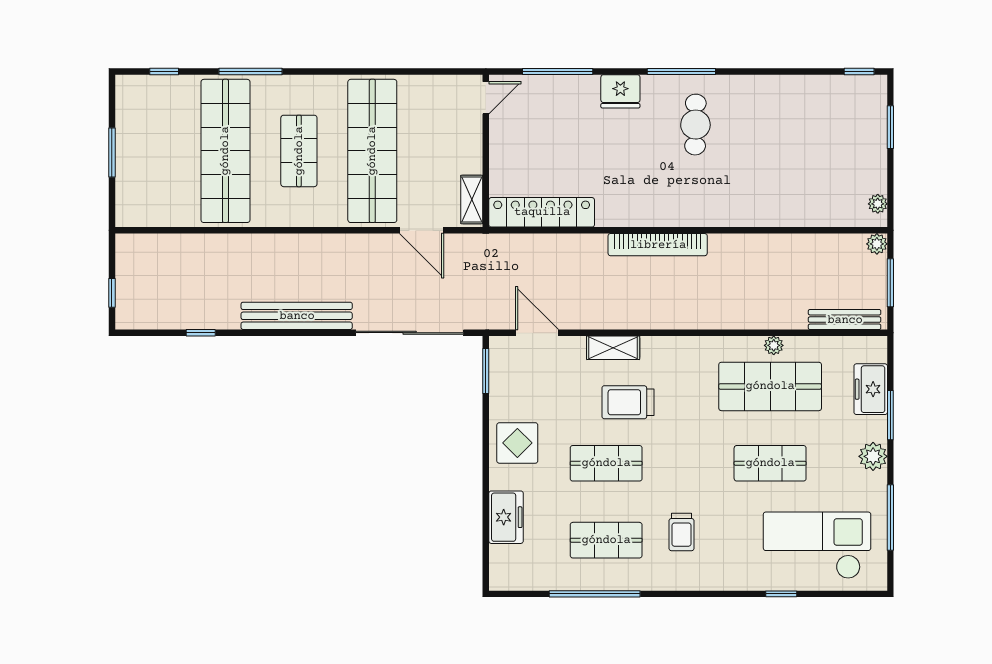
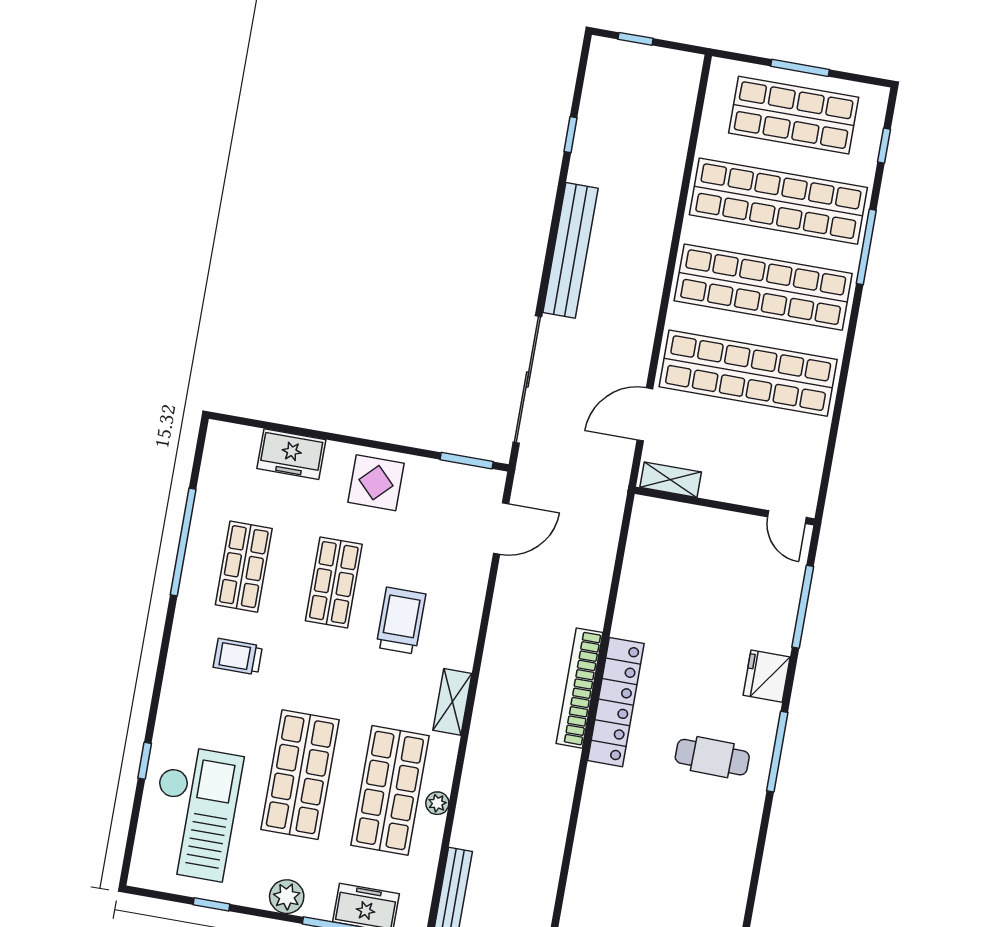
shop shelf: (152, 151) -> (794, 115), added
shop shelf: (299, 151) -> (763, 287), width x2.00, depth x1.36
locker: (542, 212) -> (616, 702), moved
shelving: (613, 348) -> (452, 702), moved
shop shelf: (770, 463) -> (300, 775), width x1.43, depth x1.36
window: (890, 518) -> (212, 904), width x0.46

